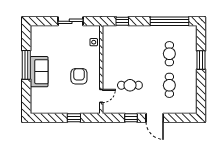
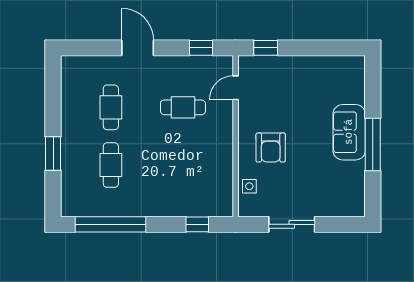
armchair: (79, 76) -> (271, 148), moved
window: (74, 118) -> (266, 48), moved
window: (131, 118) -> (201, 48), moved

